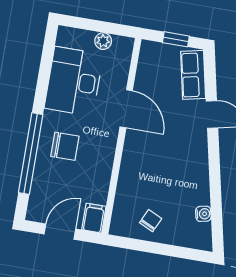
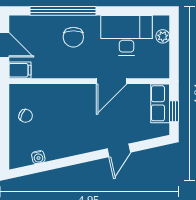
plant: (103, 41) -> (163, 36), moved
row of seats: (193, 75) -> (160, 103), moved, turned -78

